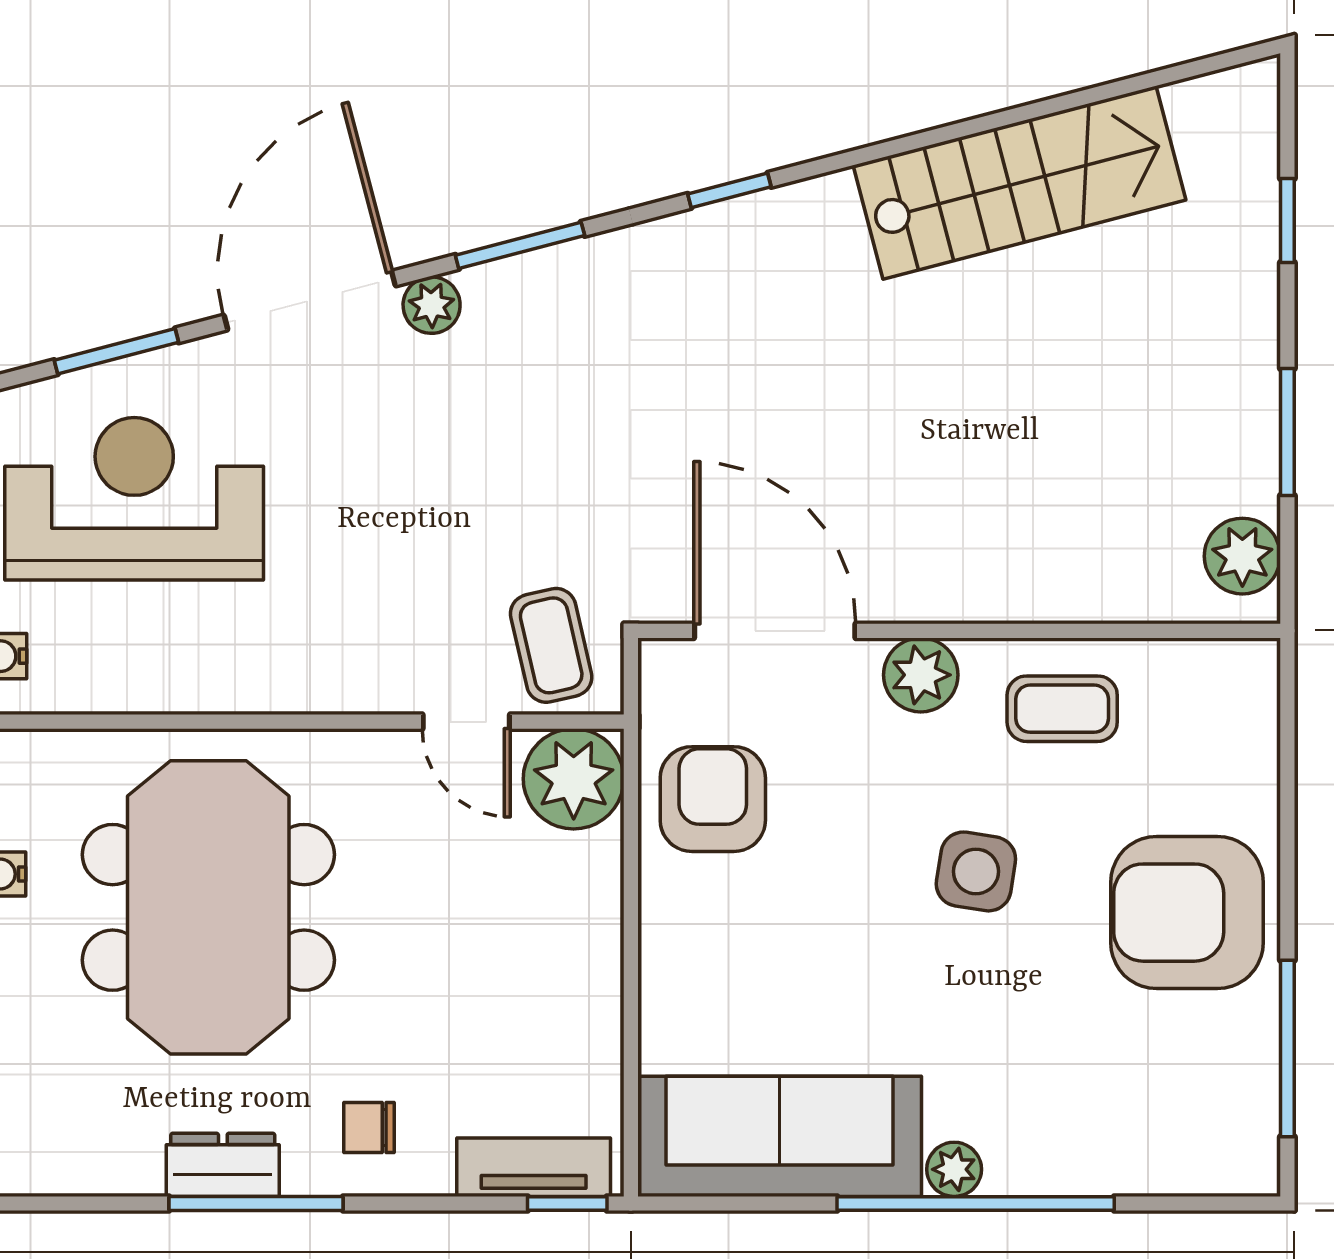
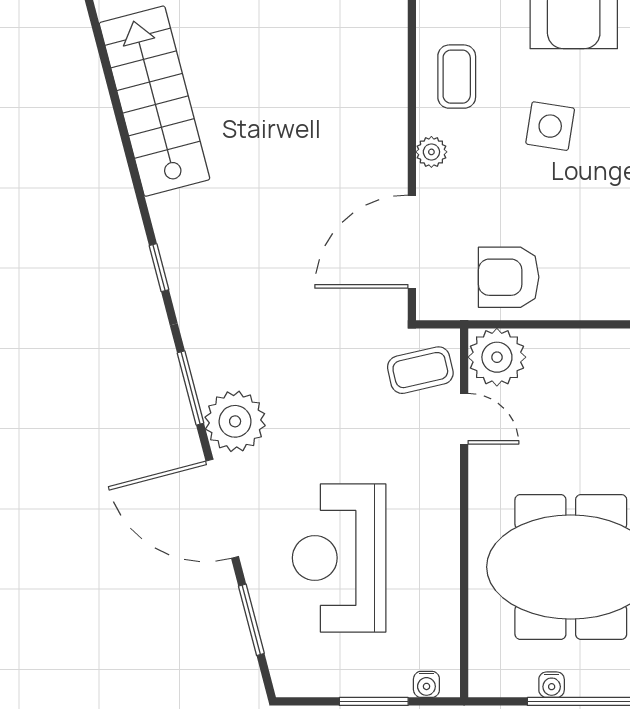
plant: (432, 305) -> (235, 421), width x1.87, depth x1.87
reception desk: (134, 499) -> (339, 558), moved
plant: (921, 675) -> (431, 152), width x0.73, depth x0.73
door: (466, 722) -> (464, 419), hinge flipped

